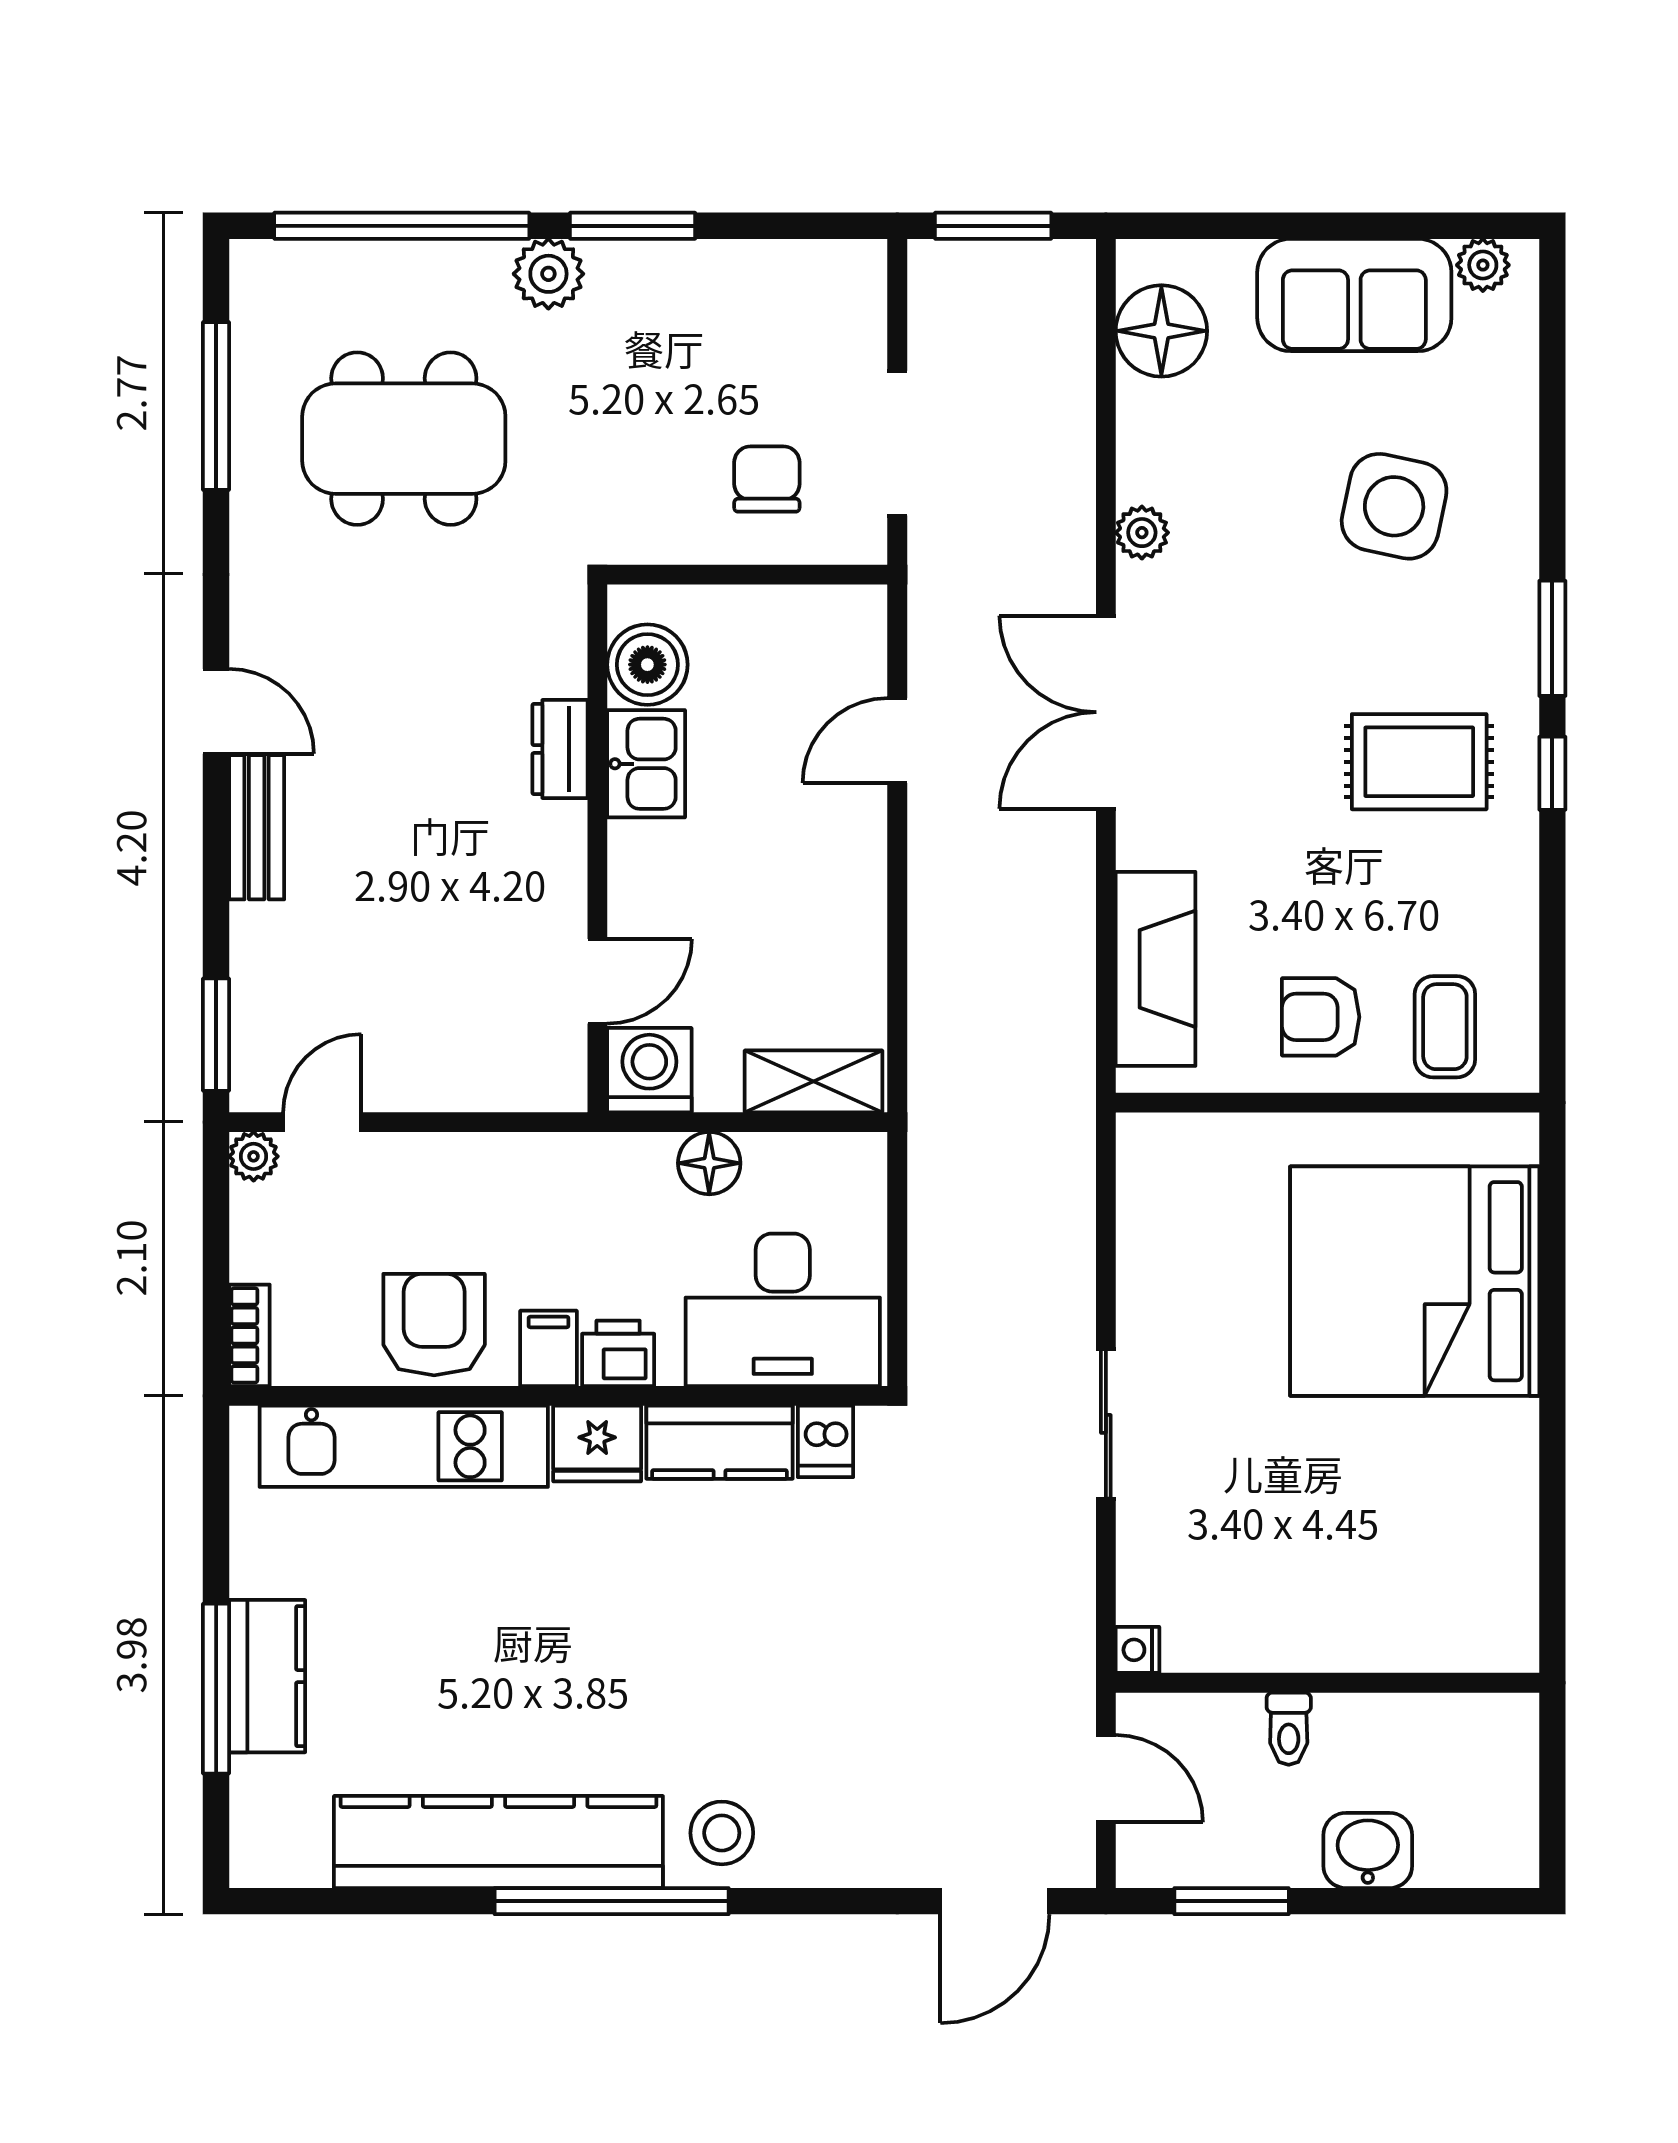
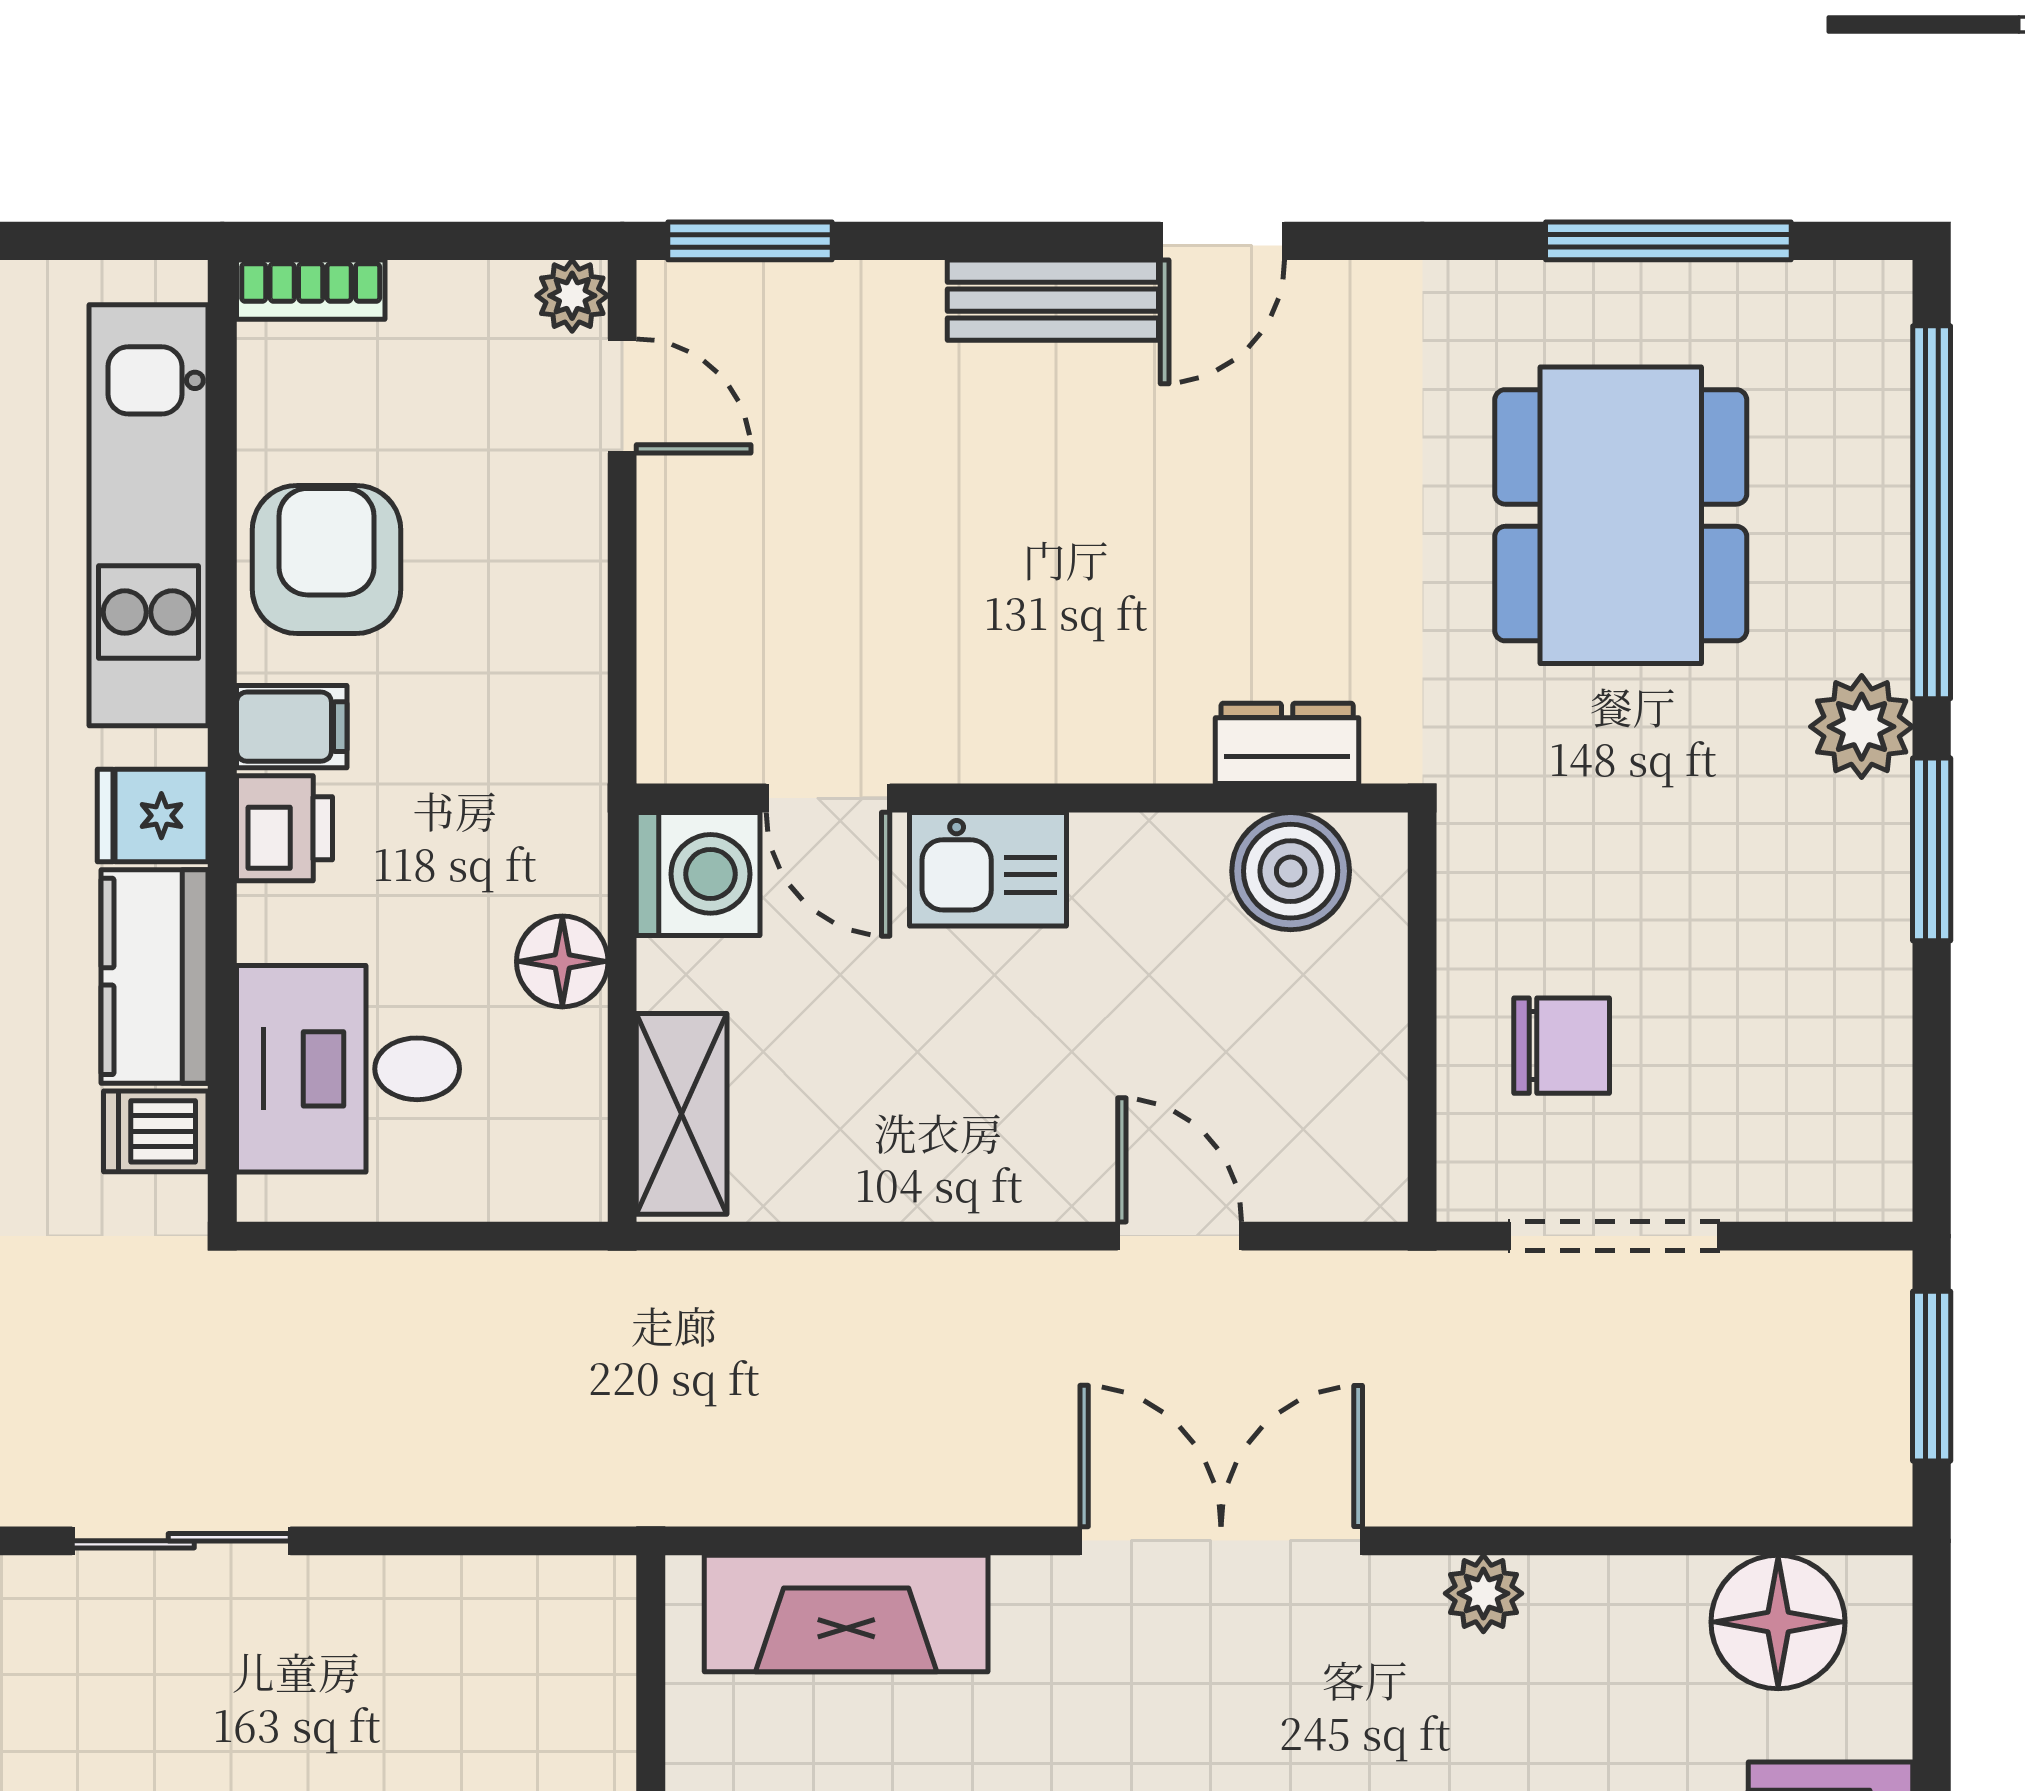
dresser: (560, 749) -> (1287, 743), moved
kitchen sink: (646, 764) -> (988, 869), moved
desk: (783, 1310) -> (348, 1069), width x0.73
armchair: (434, 1325) -> (326, 559), turned -90
fridge: (597, 1444) -> (153, 816), width x0.72

